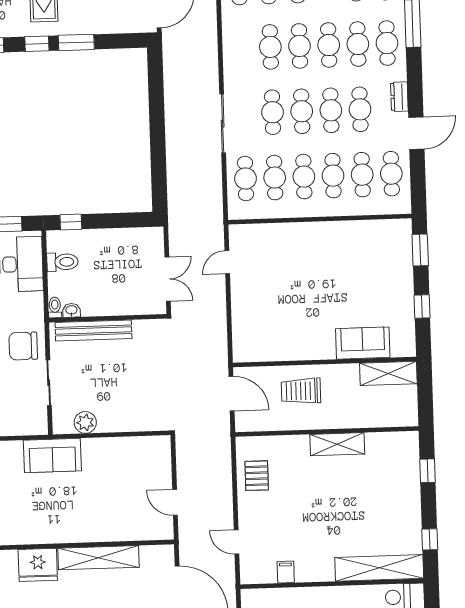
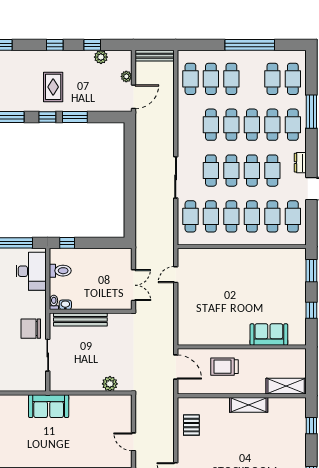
shelving: (388, 373) -> (286, 386), moved
plant: (85, 422) -> (110, 384), moved

